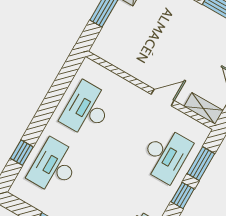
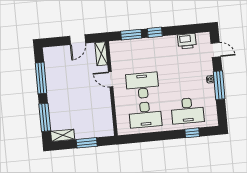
desk: (166, 155) -> (142, 86), moved

